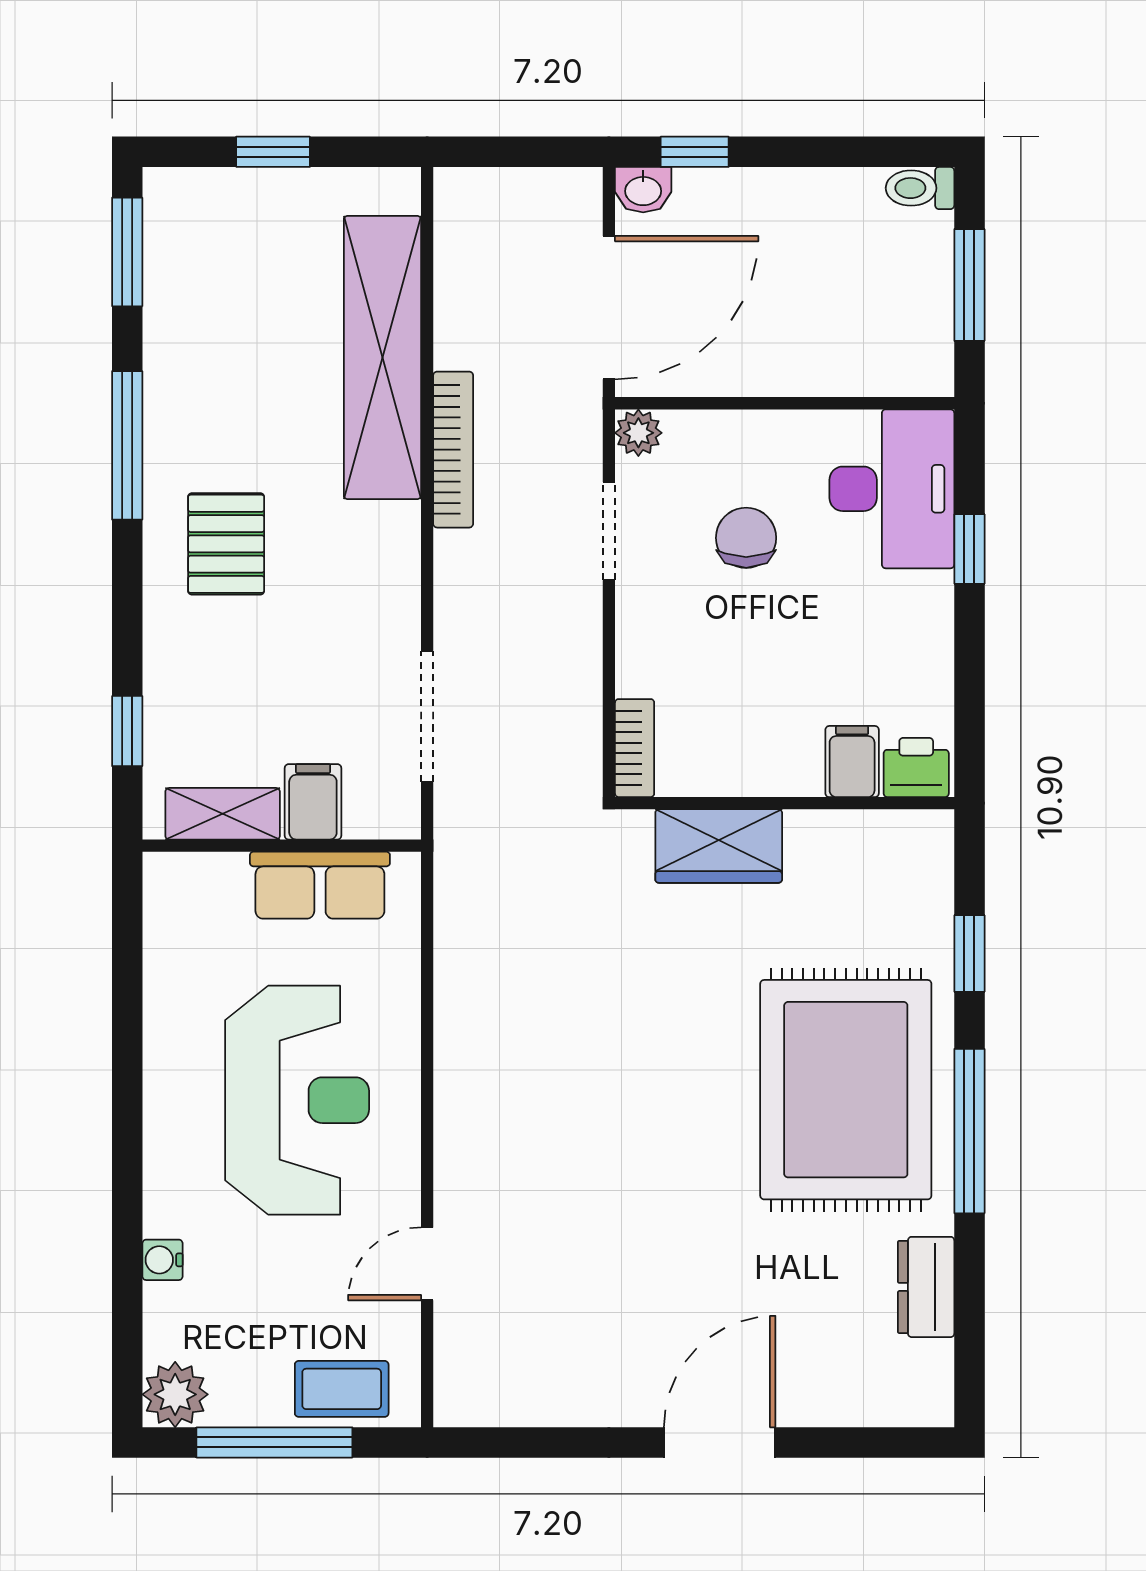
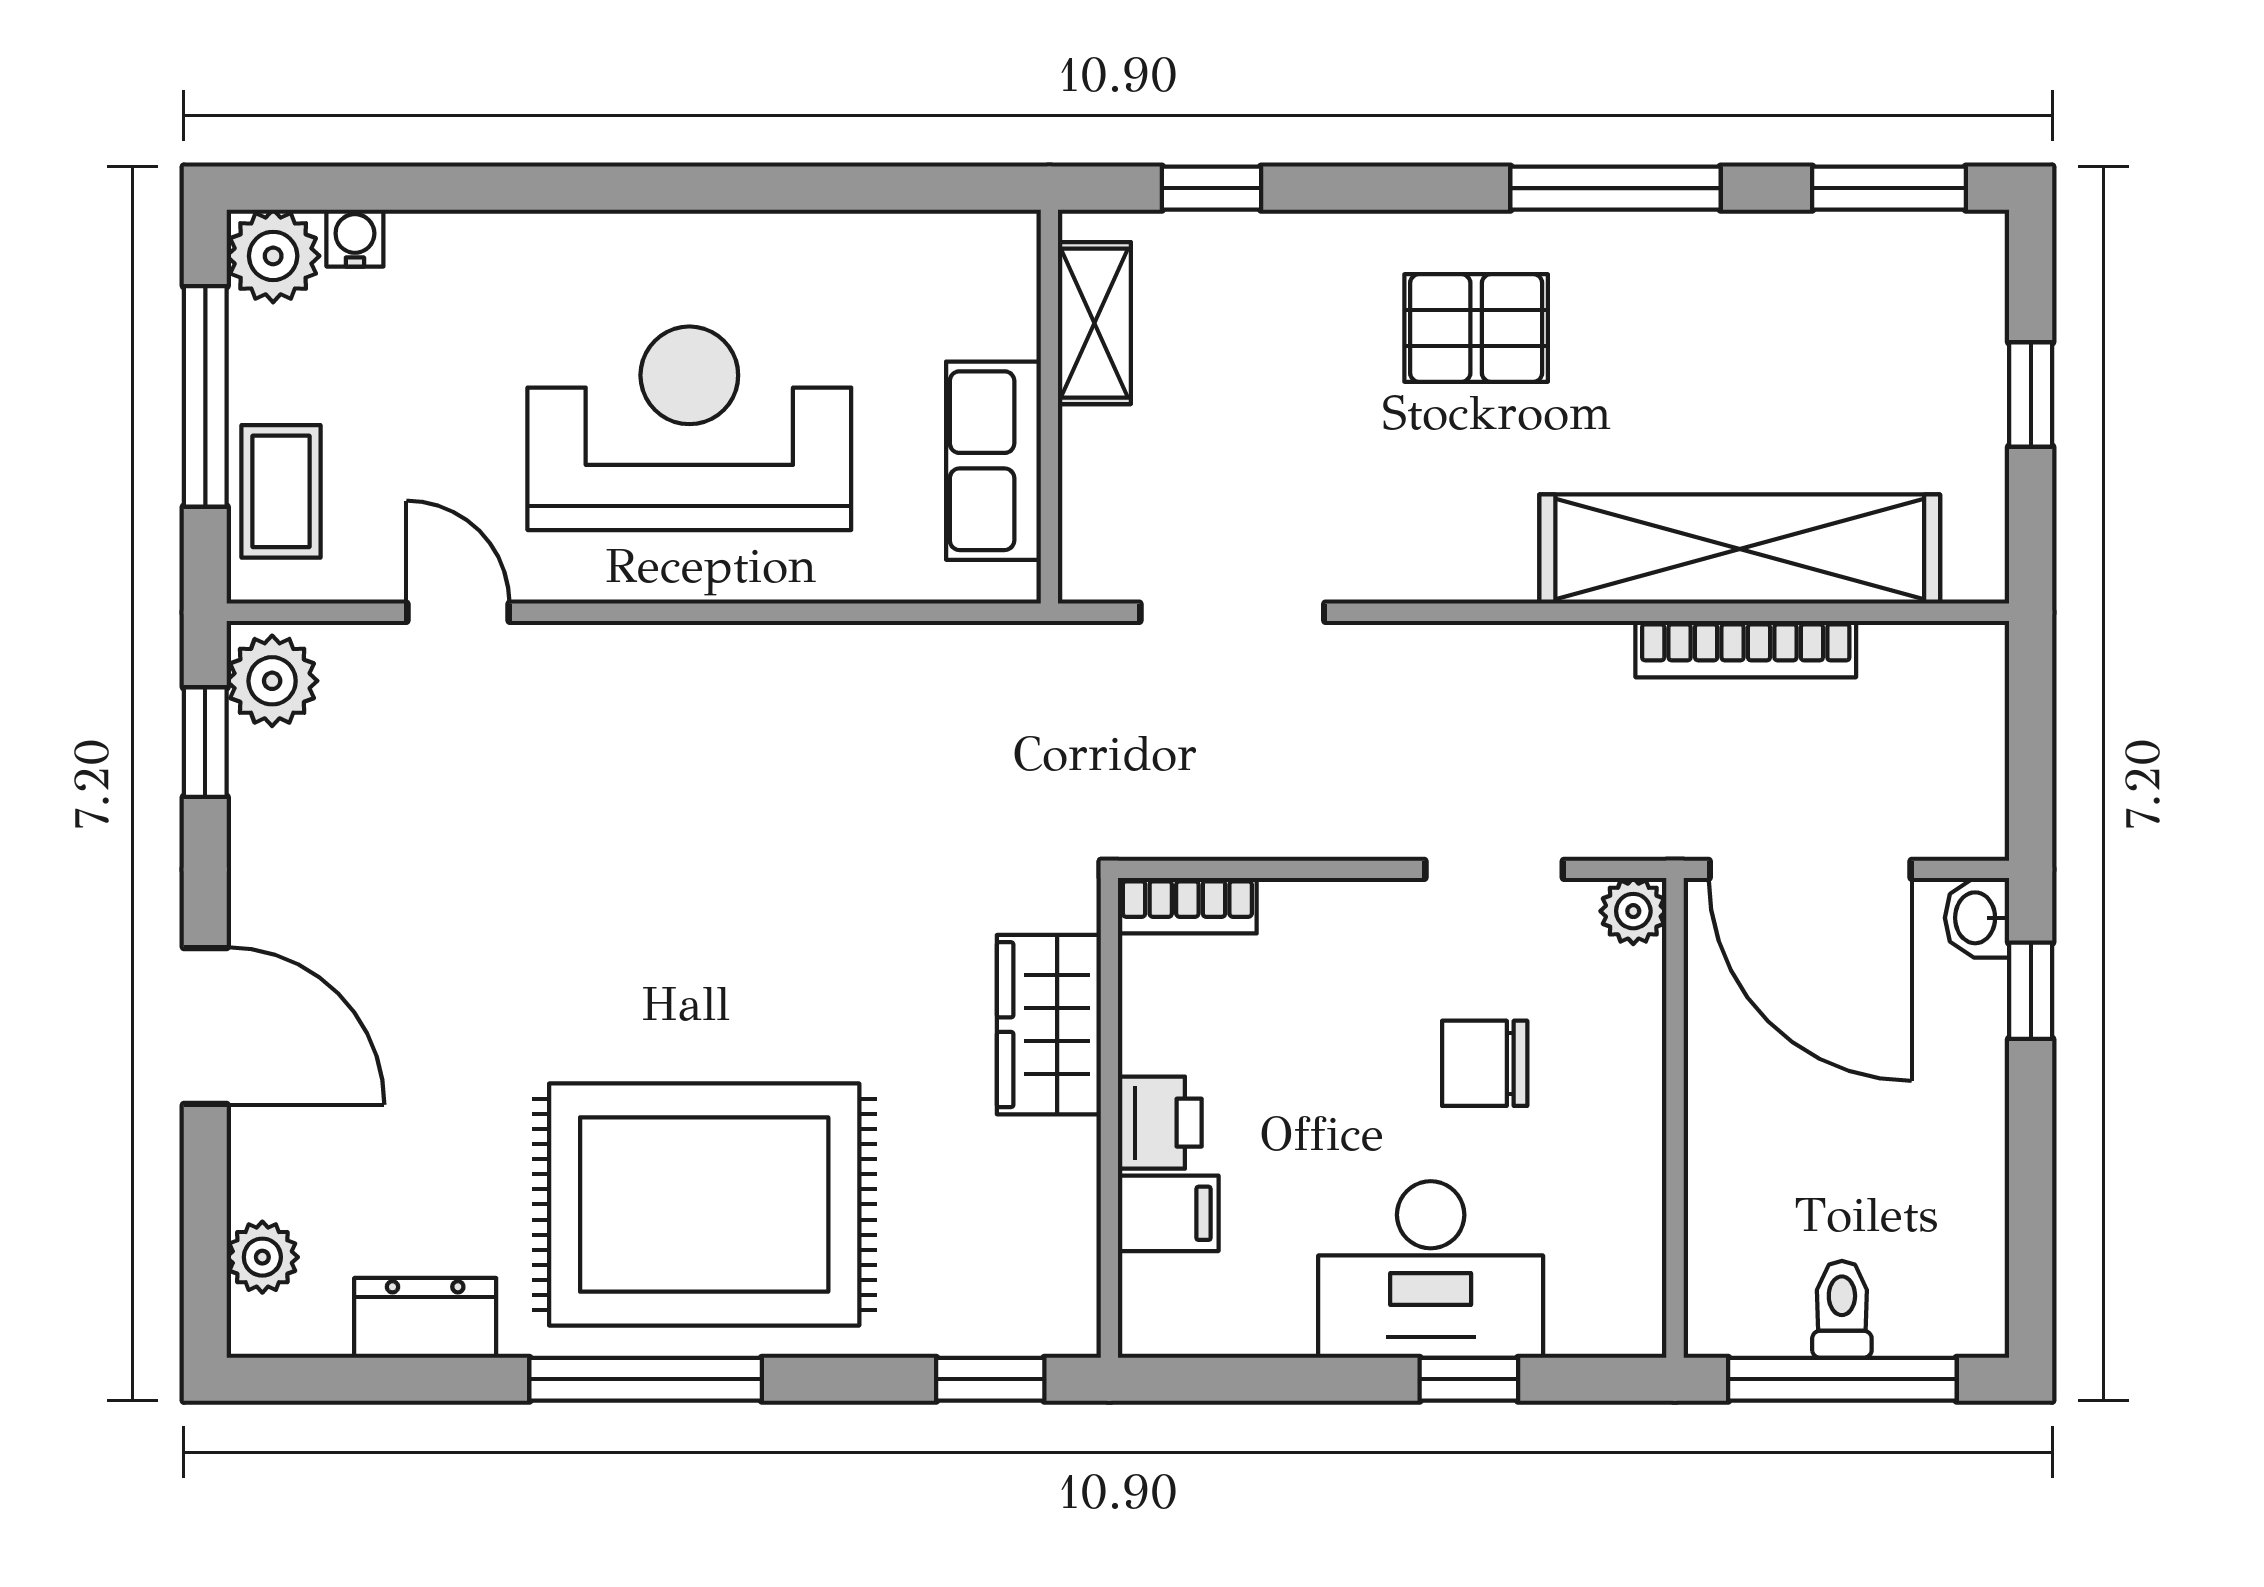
toilet: (920, 188) -> (1842, 1309), moved
window: (969, 285) -> (1842, 1379), width x1.44
bookcase: (453, 450) -> (1746, 649), moved
desk: (892, 489) -> (1431, 1270), moved
chair: (746, 538) -> (1485, 1063), turned 180
printer: (916, 768) -> (1160, 1123), moved
filing cabinet: (313, 802) -> (1111, 451), removed
window: (969, 953) -> (990, 1379), moved
reception desk: (297, 1100) -> (689, 428), turned 180
water cooler: (162, 1260) -> (355, 238), moved
plant: (476, 1395) -> (272, 681), added
plant: (883, 1402) -> (262, 1257), added
window: (519, 1442) -> (205, 742), added

